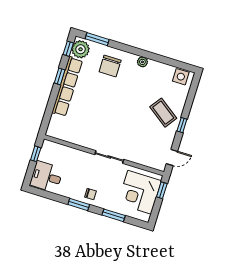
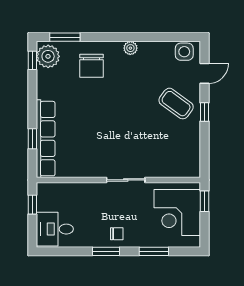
window: (60, 76) -> (32, 139), moved
row of seats: (67, 87) -> (46, 139), moved
door: (172, 157) -> (204, 73), moved

